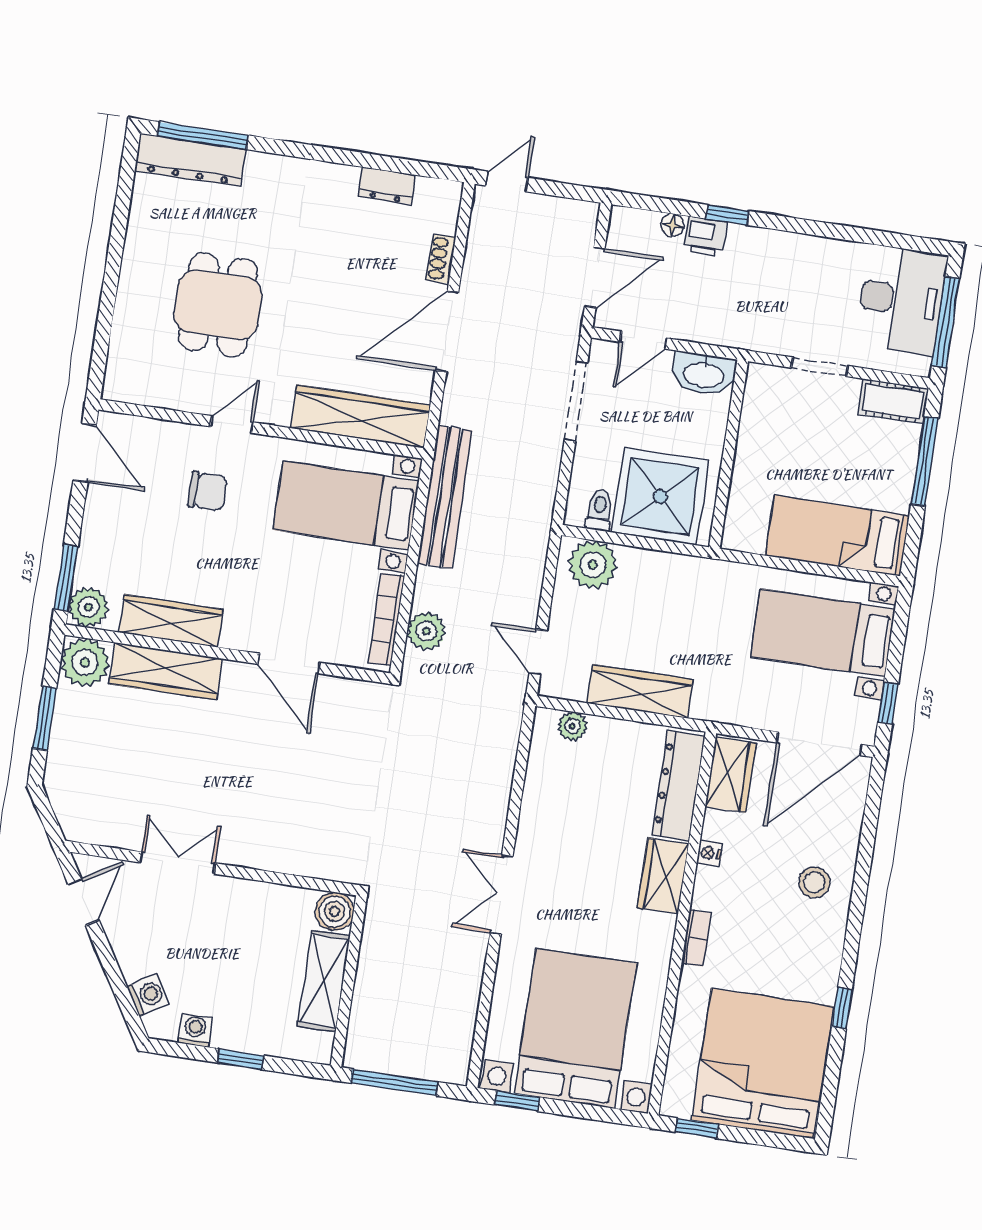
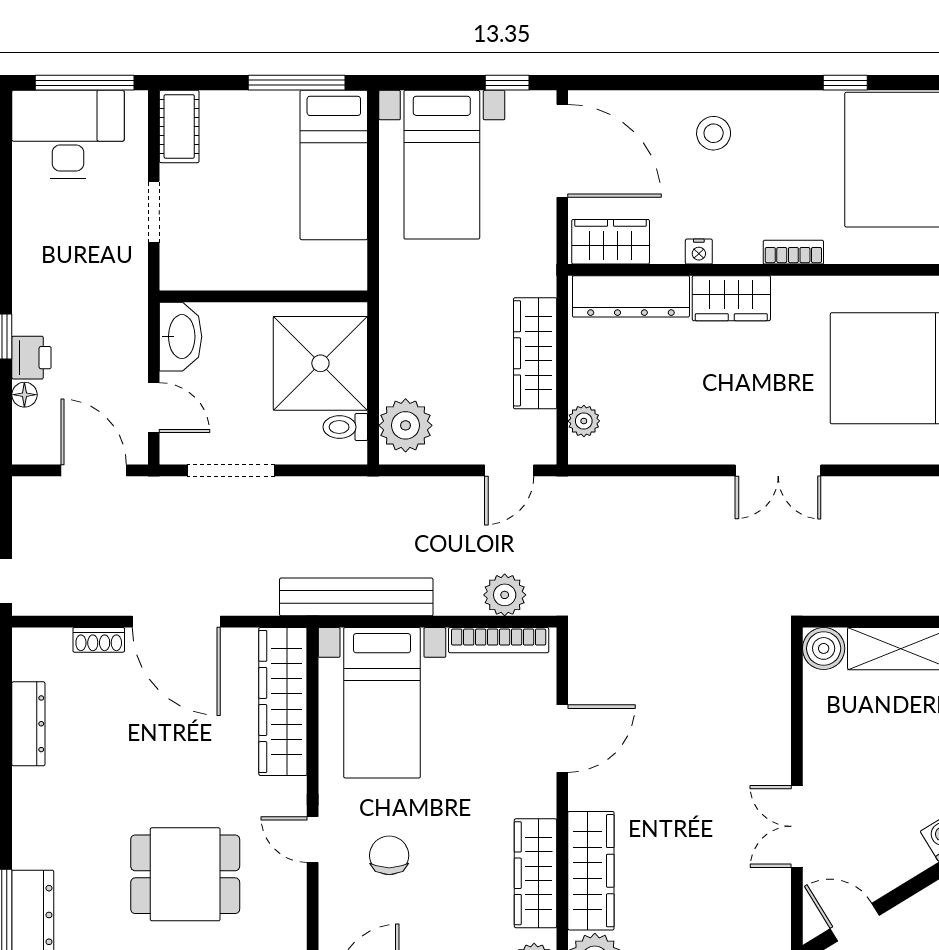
dresser: (387, 186) -> (28, 724), width x1.44
window: (925, 461) -> (297, 83), moved

